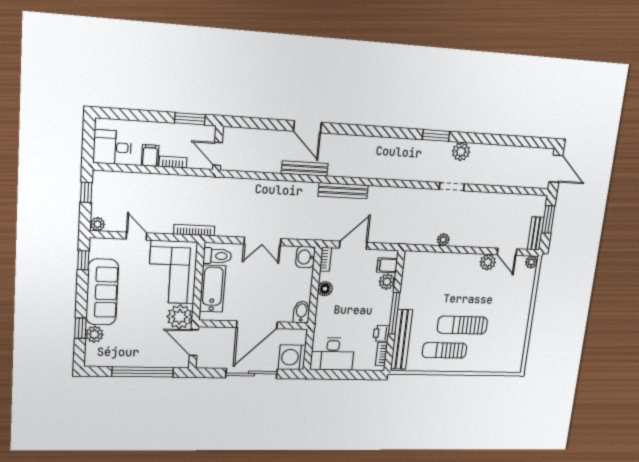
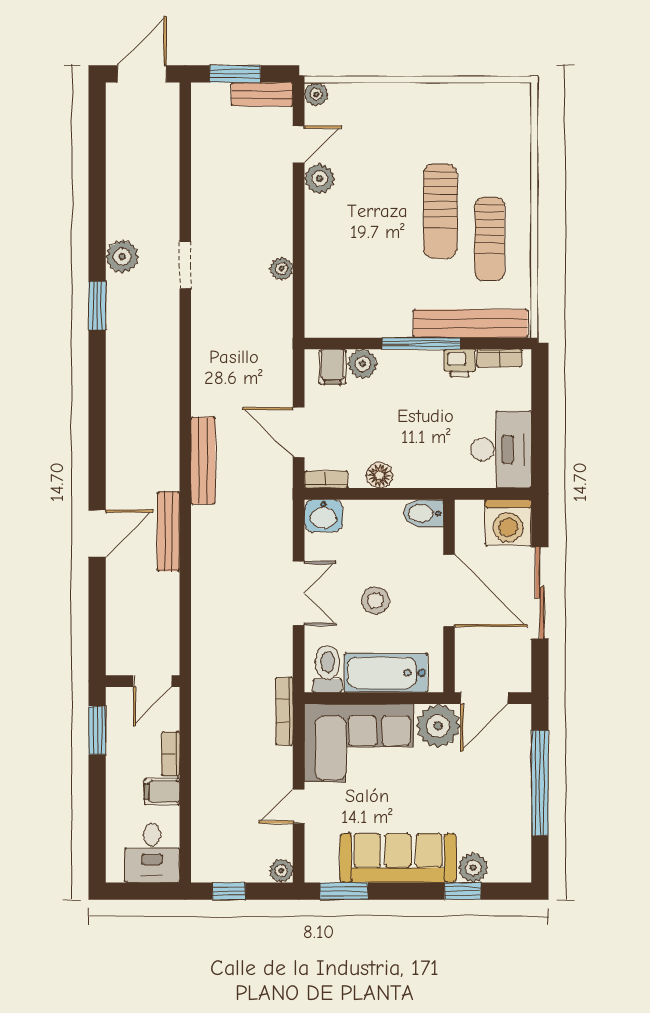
window: (83, 260) -> (344, 891), width x1.50
stool: (255, 284) -> (375, 601), added

